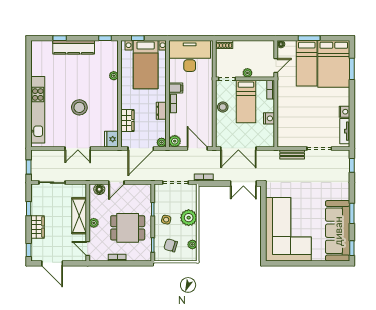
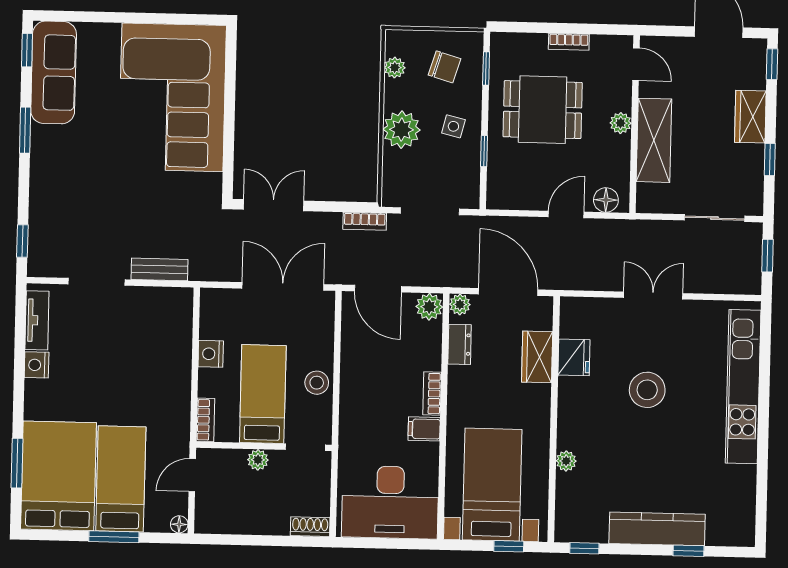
dresser: (161, 111) -> (460, 344), moved
fridge: (111, 139) -> (574, 357), moved
door: (141, 148) -> (508, 292), hinge flipped
sofa: (338, 231) -> (54, 72), width x0.74, depth x0.79

